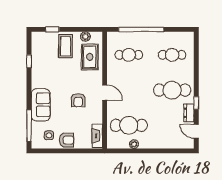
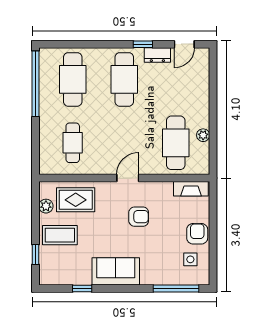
window: (141, 29) -> (36, 84), moved
cafe table: (172, 55) -> (73, 79), width x1.37, depth x1.35
sofa: (41, 105) -> (116, 271), moved

